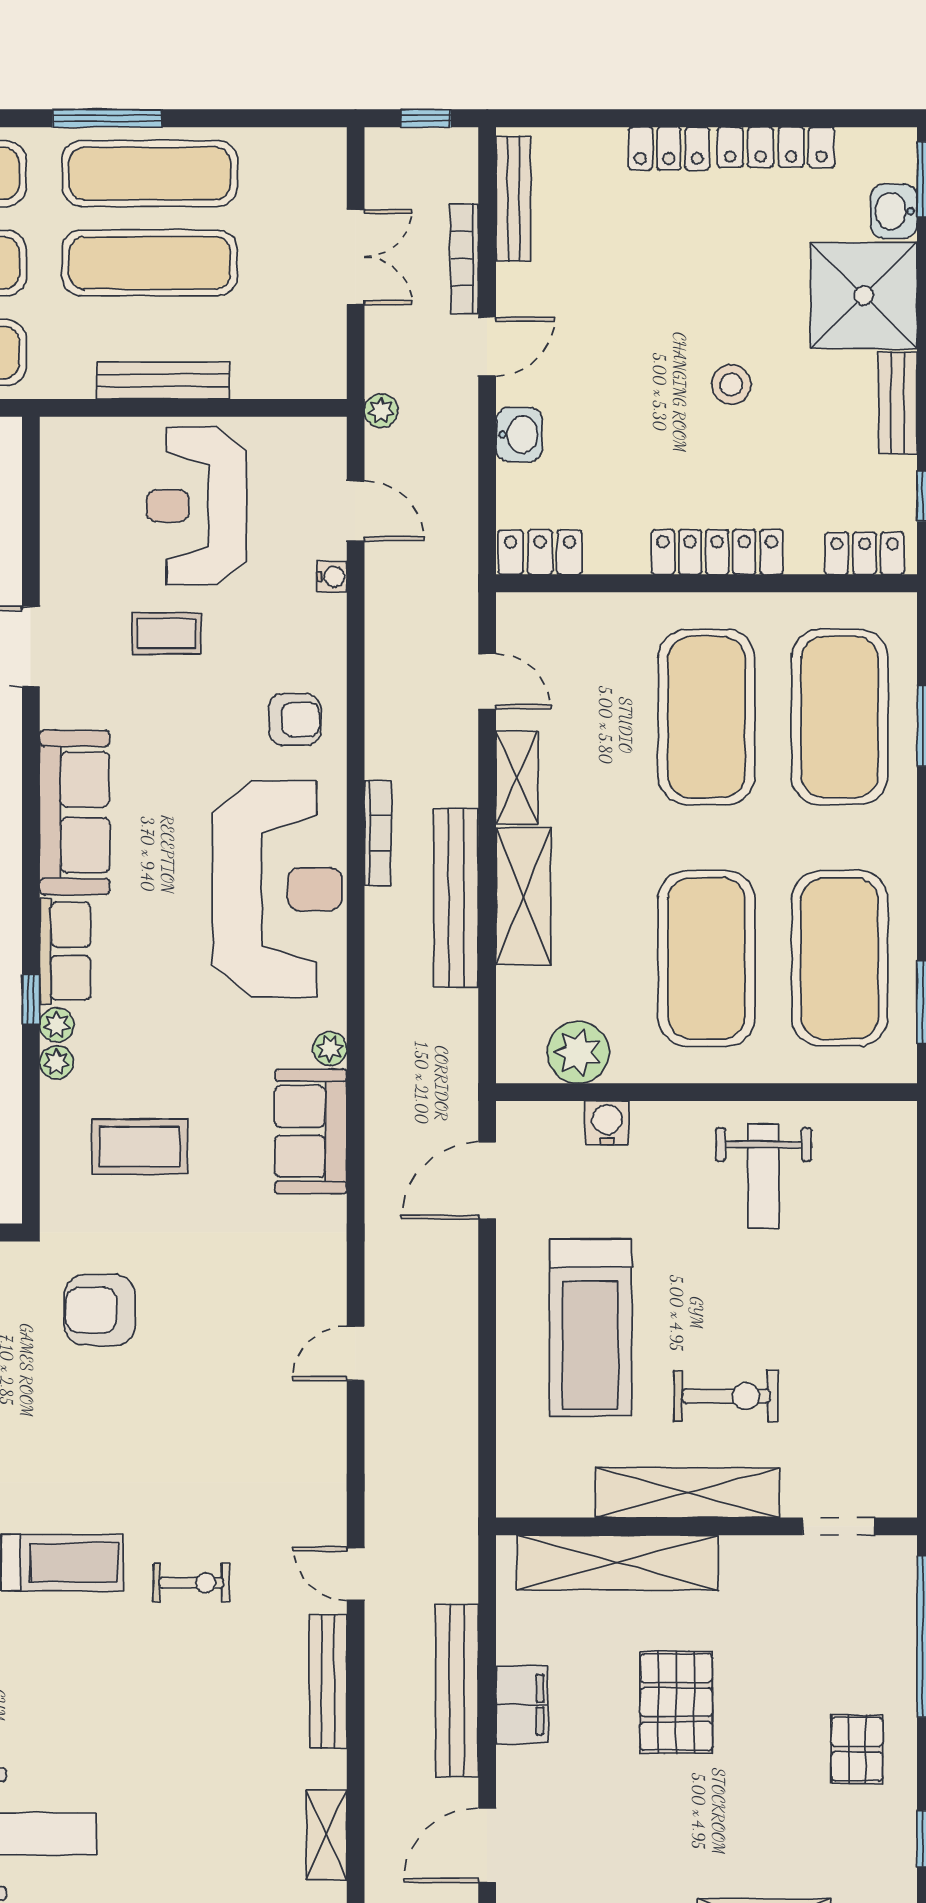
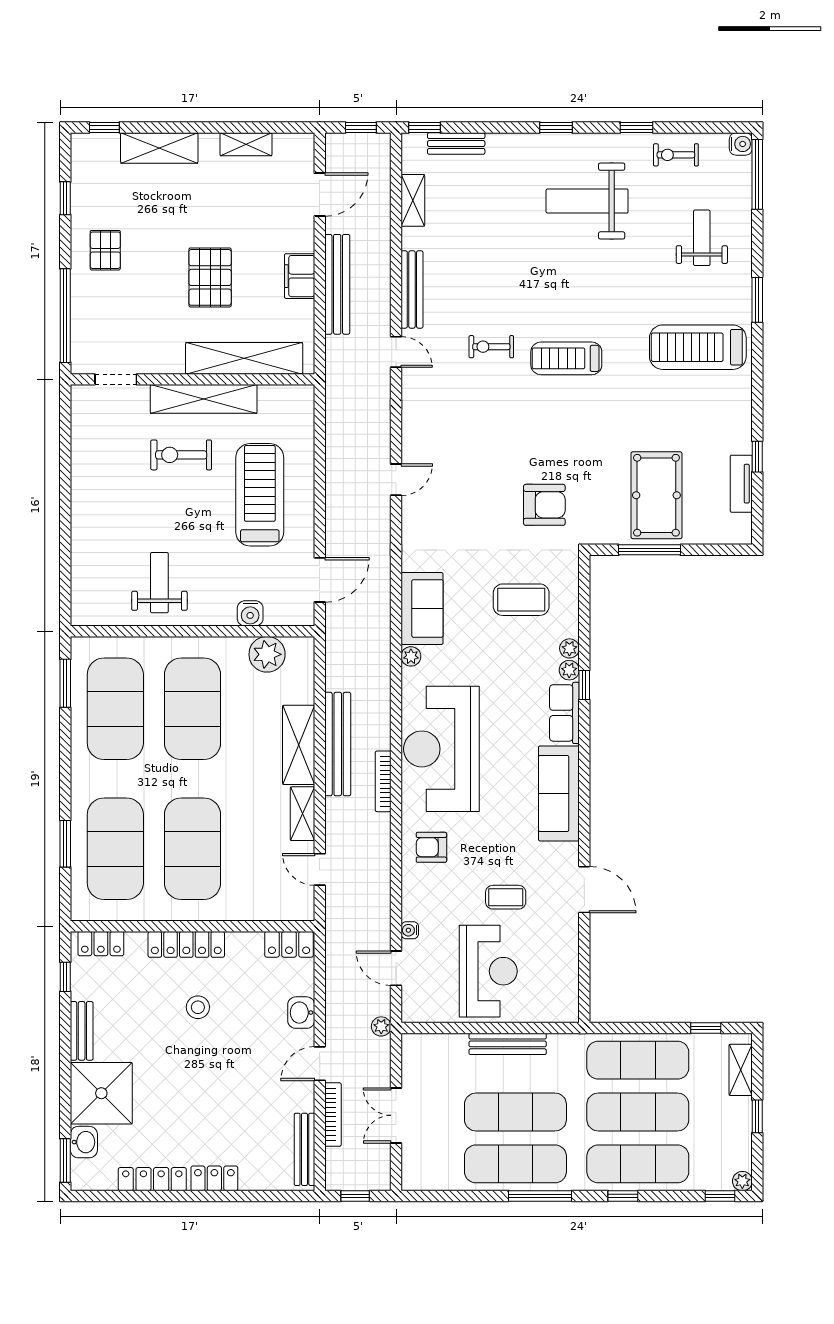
stool: (731, 384) -> (198, 1007), moved

